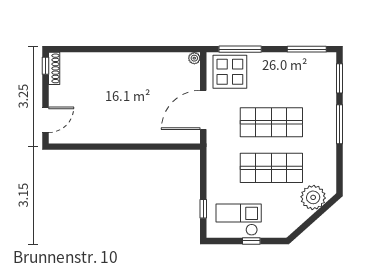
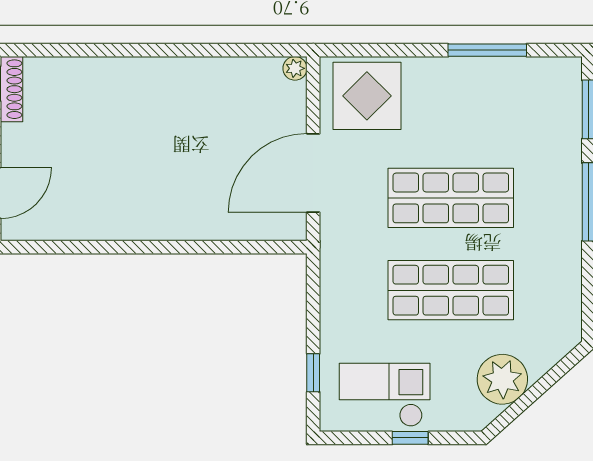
window: (240, 49) -> (388, 50), removed
window: (307, 49) -> (487, 50), moved
plant: (313, 197) -> (502, 379), moved

